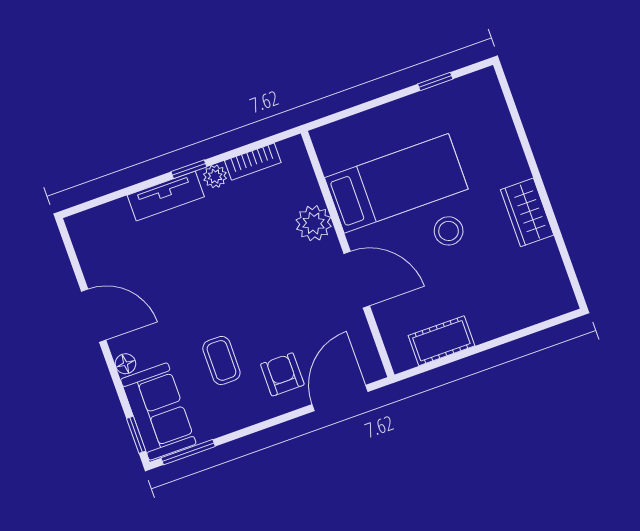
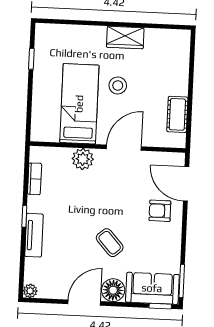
plant: (215, 176) -> (30, 291), moved
coffee table: (221, 360) -> (110, 243), moved, turned 48
floor lamp: (125, 364) -> (113, 290), width x1.89, depth x1.89

